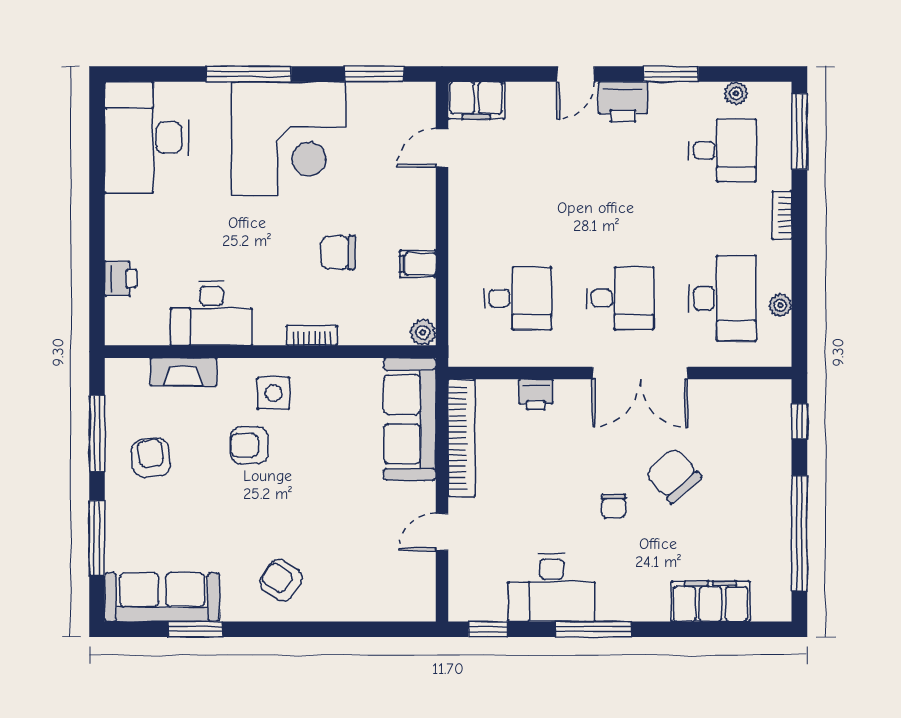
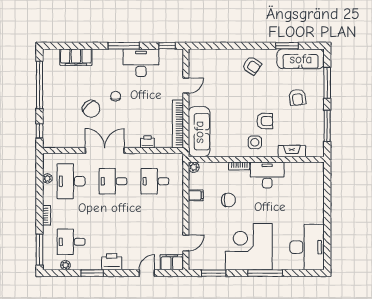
door: (576, 74) -> (147, 273), moved
printer: (120, 279) -> (318, 189), removed
desk: (211, 313) -> (267, 175), moved
armchair: (151, 458) -> (297, 97), moved

